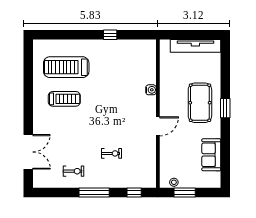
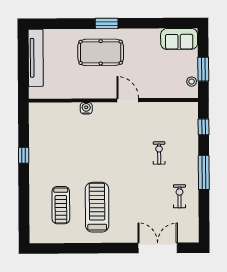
treadmill: (66, 67) -> (61, 205), width x0.73, depth x0.73
treadmill: (64, 99) -> (97, 207), width x1.37, depth x1.38
sofa: (211, 155) -> (179, 39), moved

